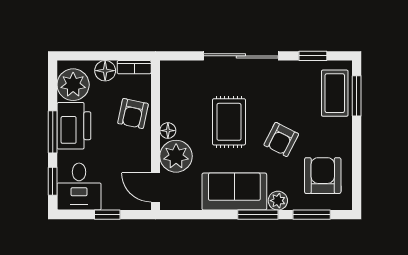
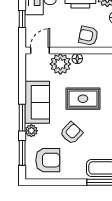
armchair: (281, 139) -> (71, 133), turned 106

